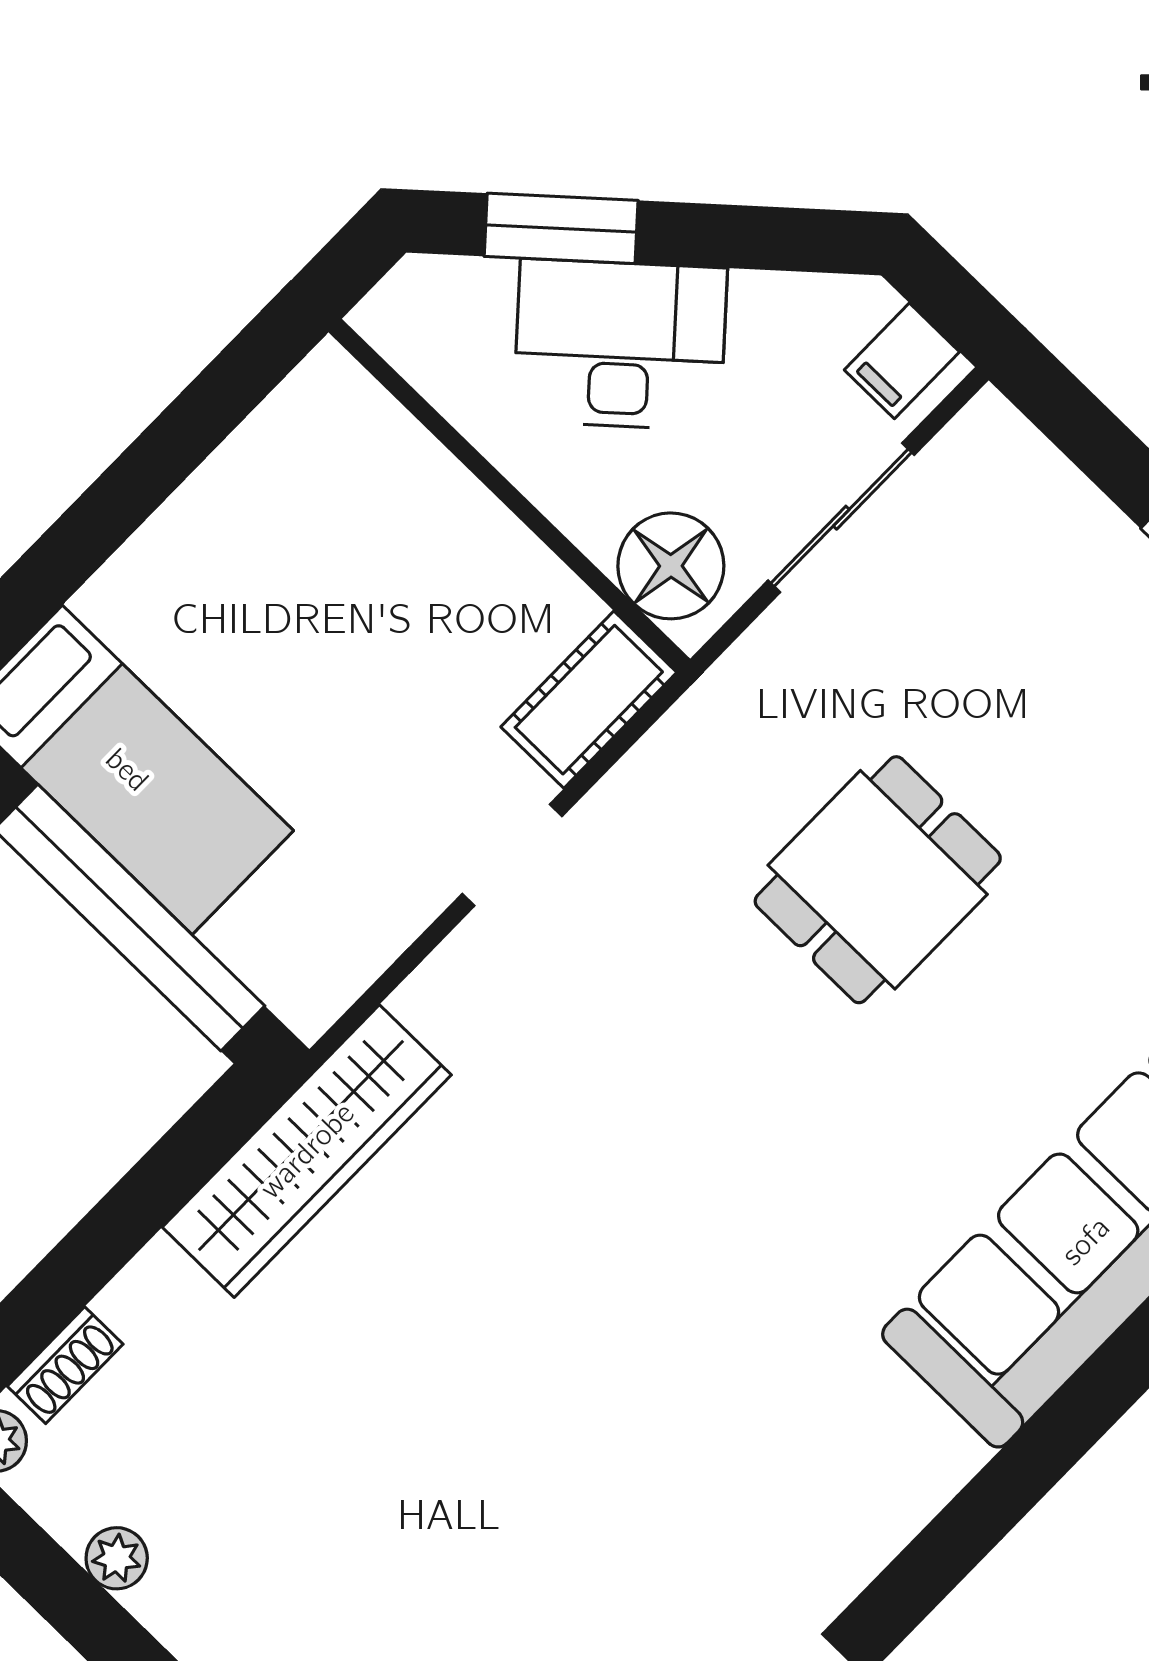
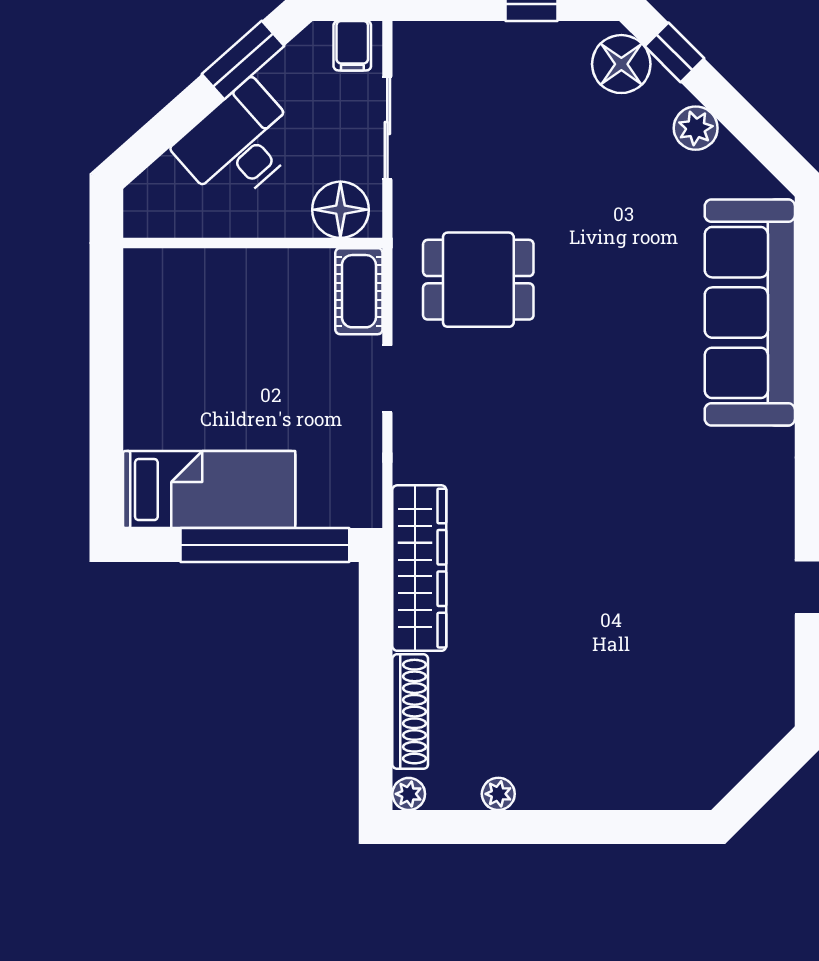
window: (561, 228) -> (243, 60), moved
dining table: (878, 880) -> (478, 280), moved, turned 90
shoe rack: (65, 1365) -> (410, 712), width x1.94, depth x1.24

